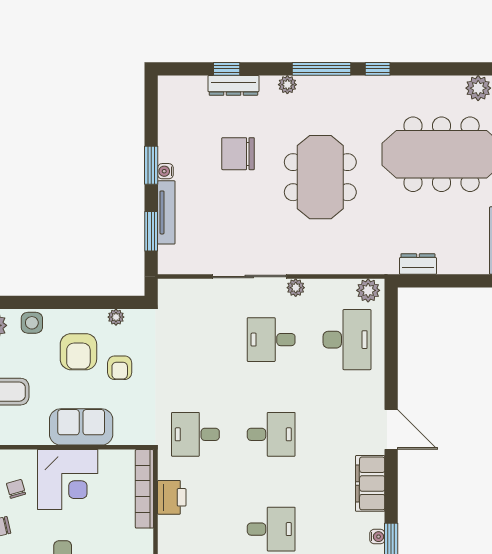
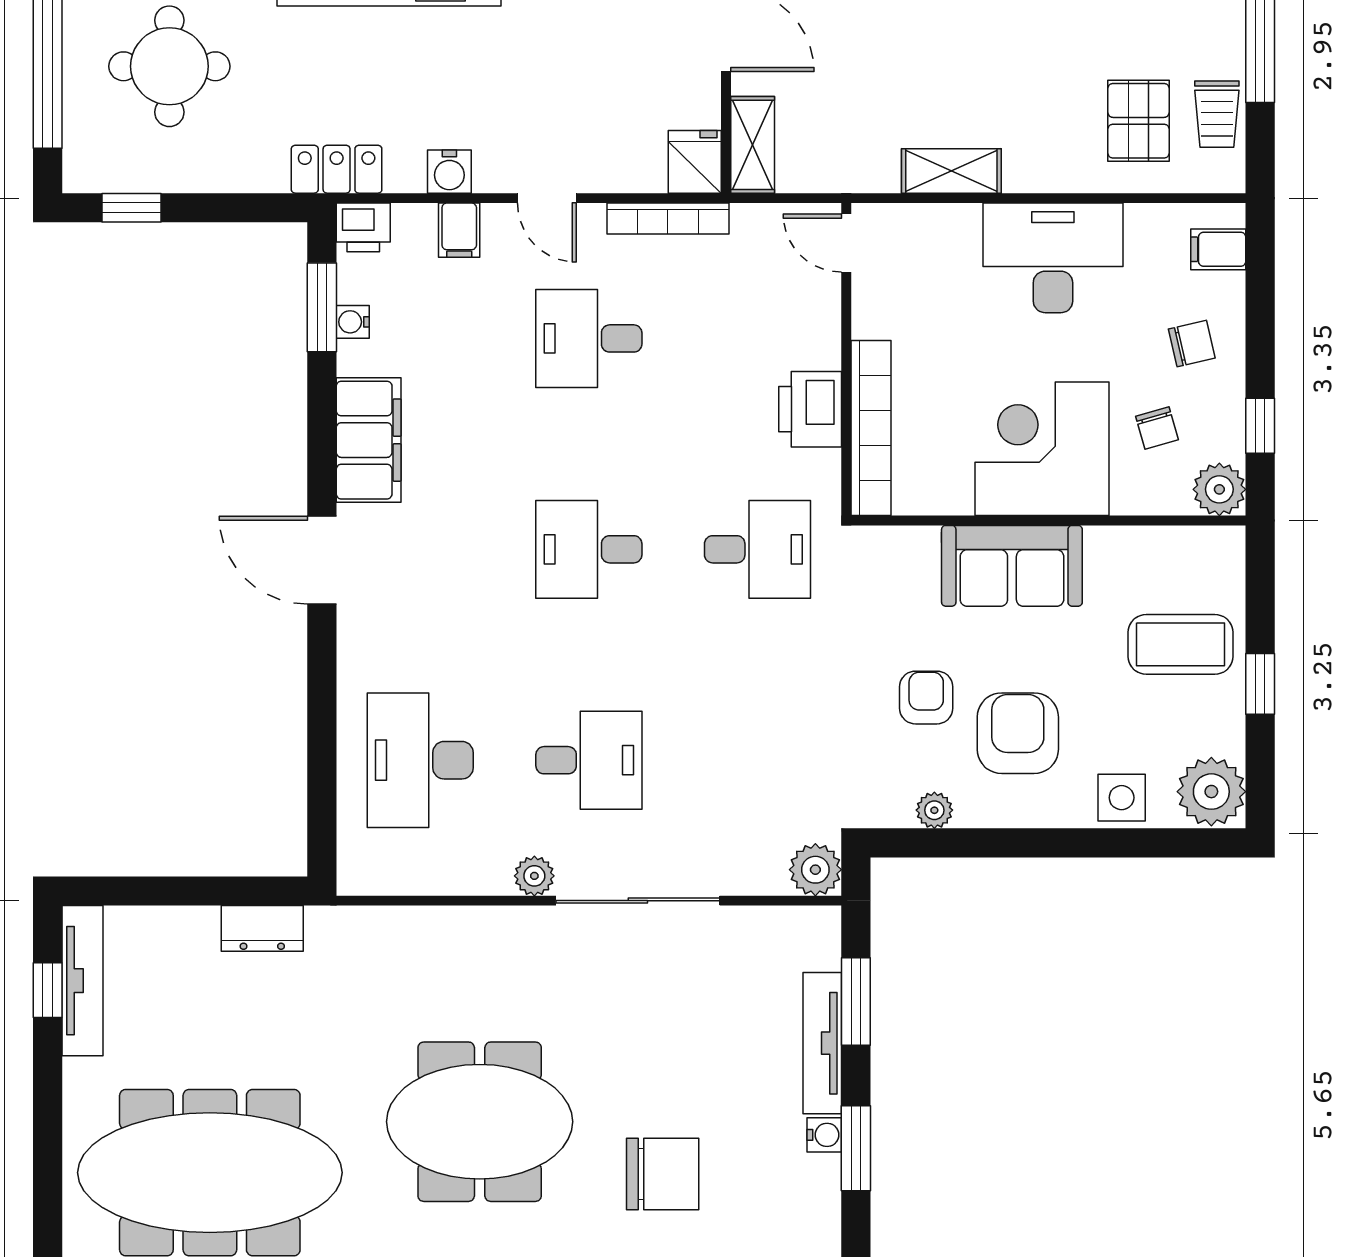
meeting table: (320, 177) -> (480, 1122), turned 90
plant: (368, 290) -> (815, 870), moved

